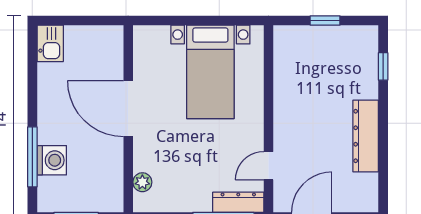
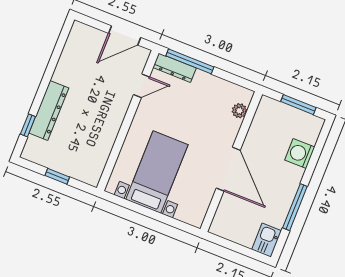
dresser: (366, 136) -> (49, 110), moved
window: (32, 157) -> (295, 207), moved

